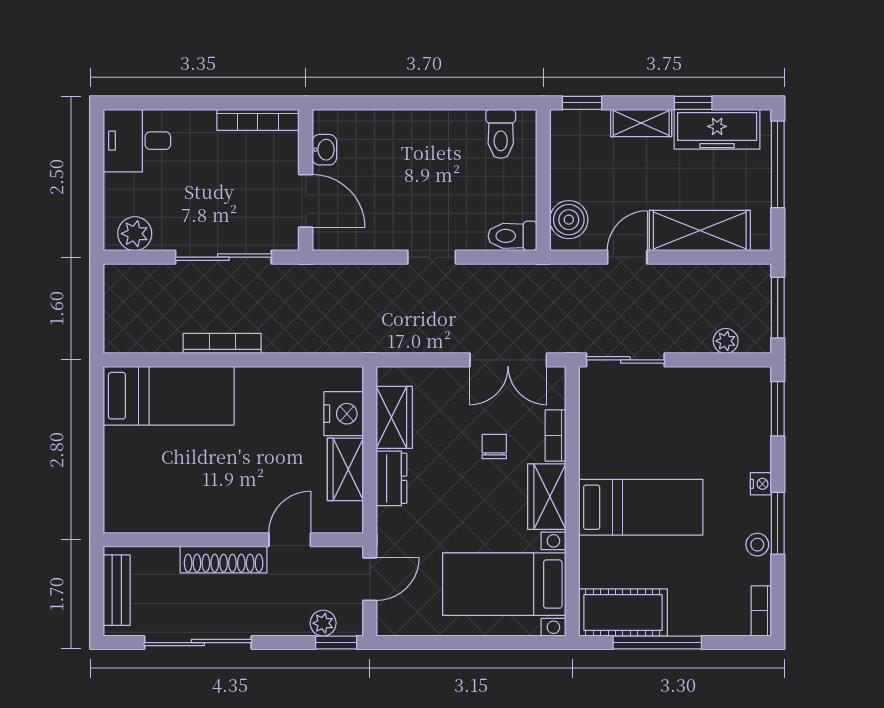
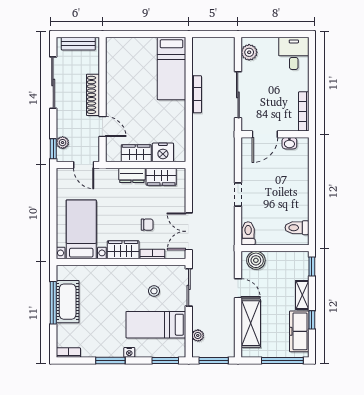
bed: (641, 507) -> (156, 325), moved, turned 90
stool: (757, 545) -> (154, 291), moved
cot: (623, 612) -> (68, 302), moved

